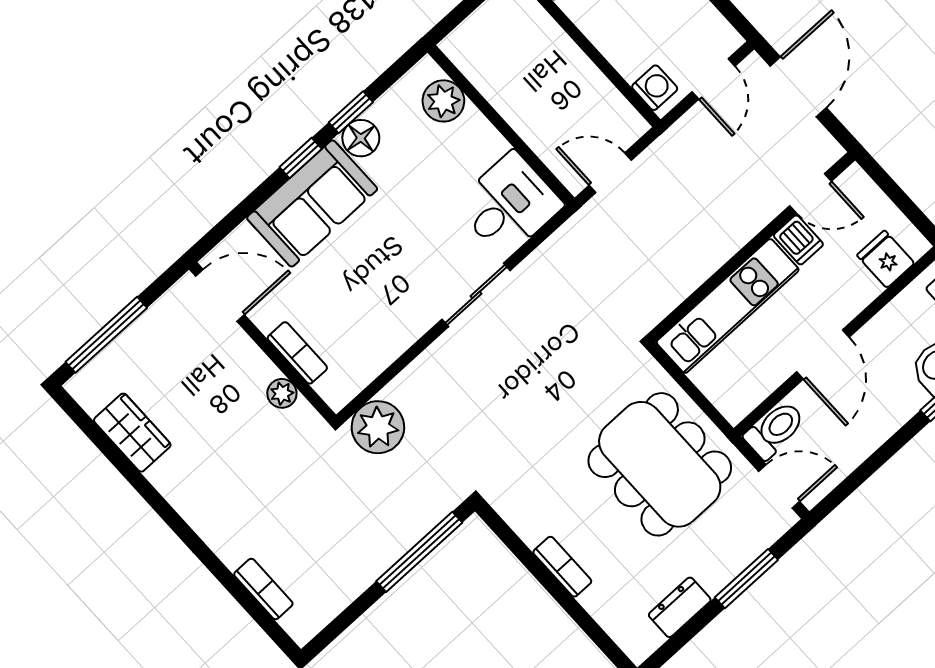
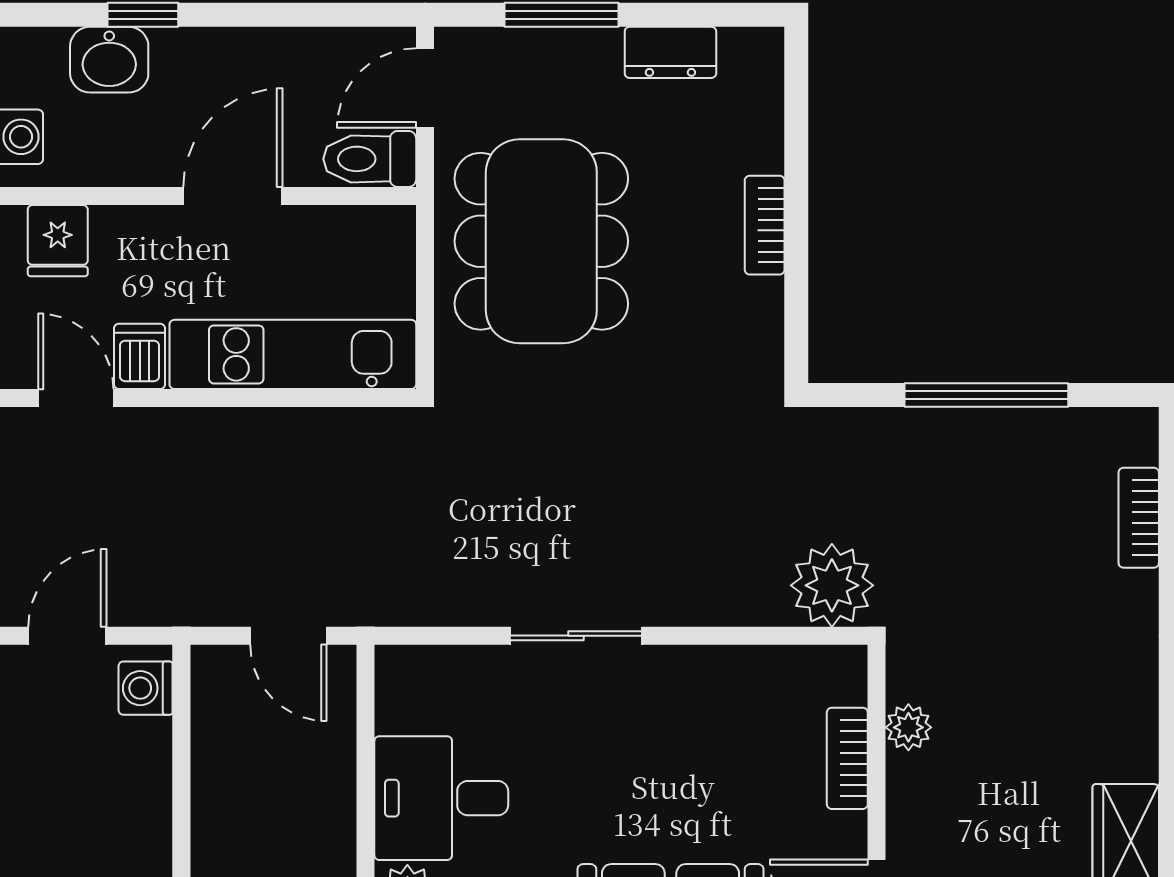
desk: (509, 205) -> (441, 798), moved
door: (779, 486) -> (425, 88), hinge flipped
window: (419, 552) -> (986, 395), moved

